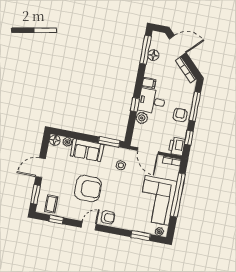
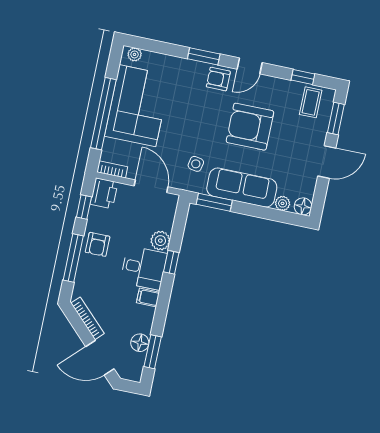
window: (145, 50) -> (153, 352), width x0.69
sofa: (87, 150) -> (242, 188), width x1.36
window: (141, 236) -> (204, 56), moved

